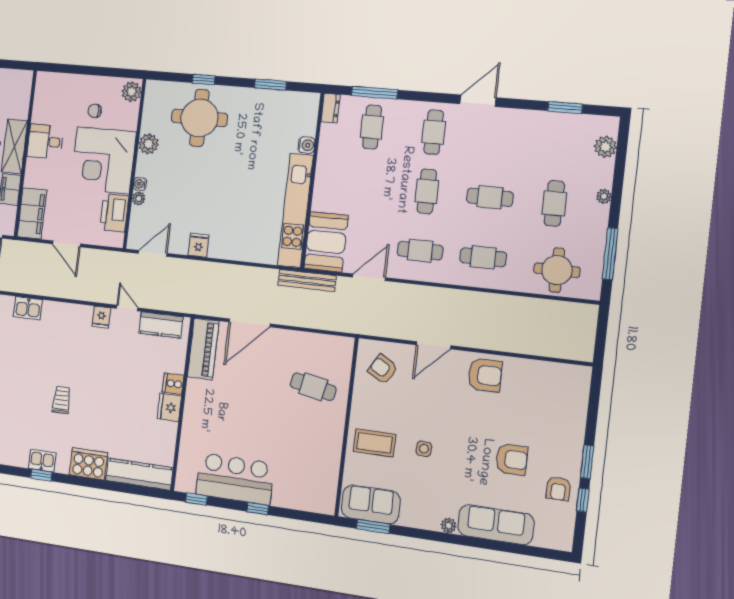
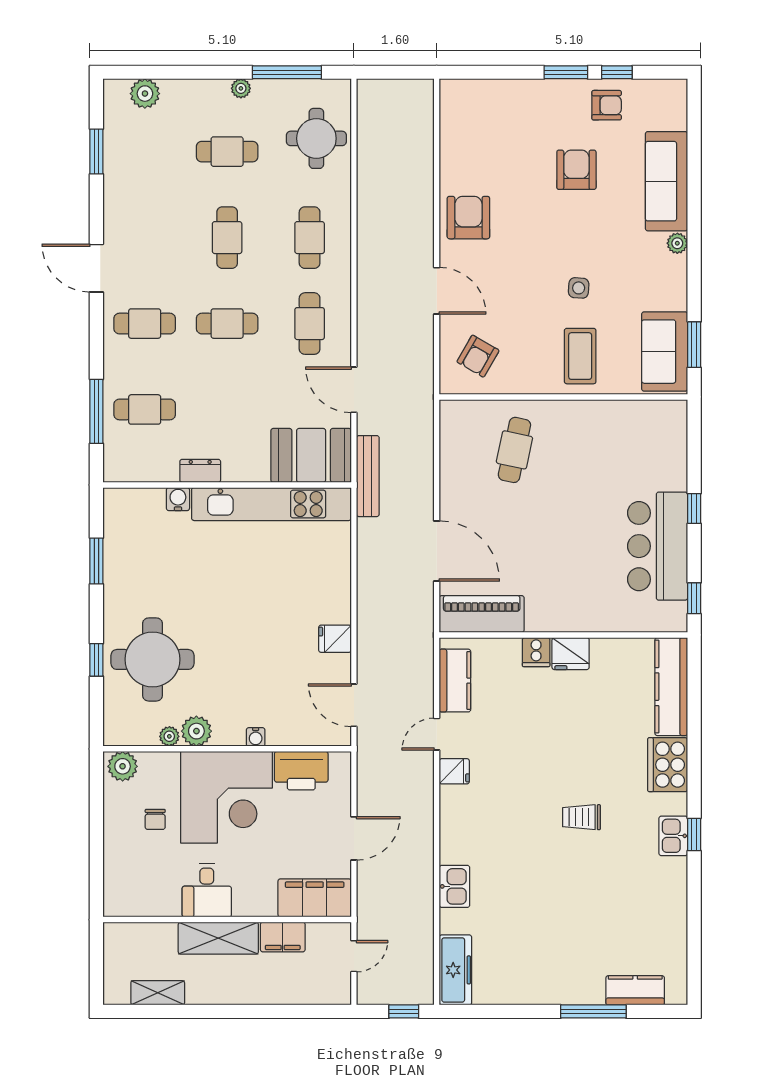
dresser: (331, 108) -> (200, 471), moved
plant: (604, 196) -> (241, 88), moved
plant: (139, 198) -> (169, 736), moved

